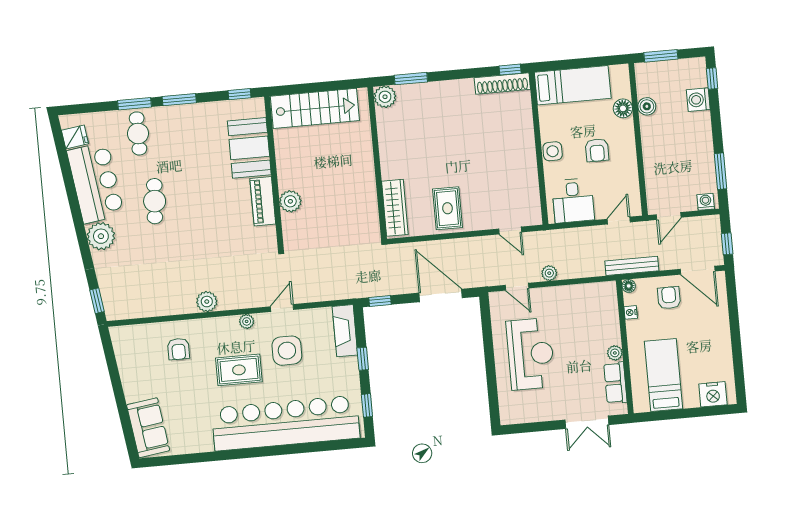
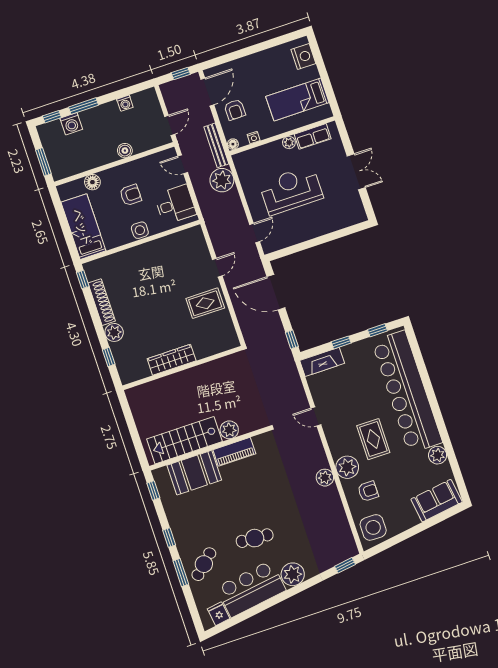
window: (411, 79) -> (109, 357), width x0.67
shoe rack: (502, 83) -> (102, 302), moved
plant: (385, 97) -> (114, 332), moved
window: (179, 100) -> (169, 538), width x0.67
boiler: (647, 106) -> (125, 151), moved
stairs: (315, 108) -> (184, 440), moved, turned -90
cafe table: (138, 133) -> (204, 564), turned -43
window: (721, 171) -> (84, 106), moved
washing machine: (706, 202) -> (125, 103), moved, turned -90
wardrobe: (395, 208) -> (172, 360), moved
door: (669, 216) -> (170, 125), hinge flipped
door: (510, 230) -> (217, 268), moved
plant: (549, 273) -> (222, 180), moved, width x1.87, depth x1.87
door: (441, 295) -> (276, 292), hinge flipped
armchair: (669, 298) -> (235, 110), turned -90
plant: (247, 321) -> (347, 467), moved, width x1.88, depth x1.88
side table: (287, 351) -> (373, 527), moved
reception desk: (531, 354) -> (291, 190), moved
double door: (587, 422) -> (356, 172), moved
plant: (202, 442) -> (438, 455), added

